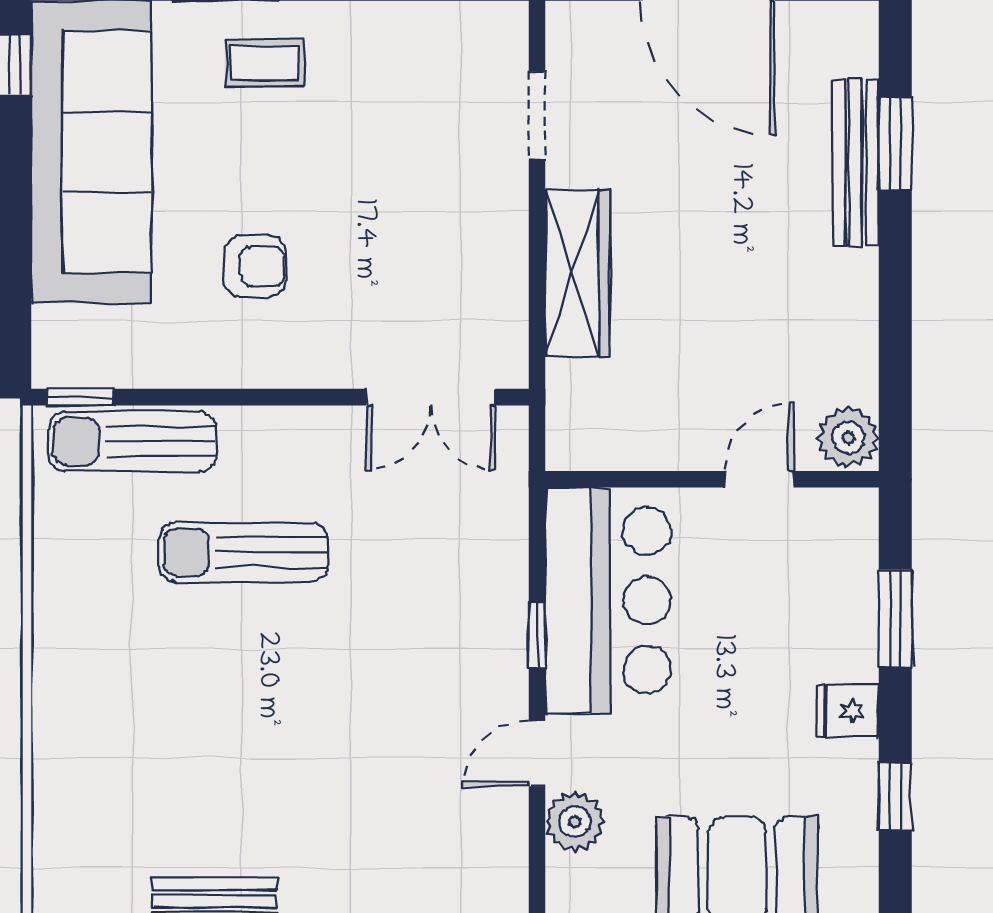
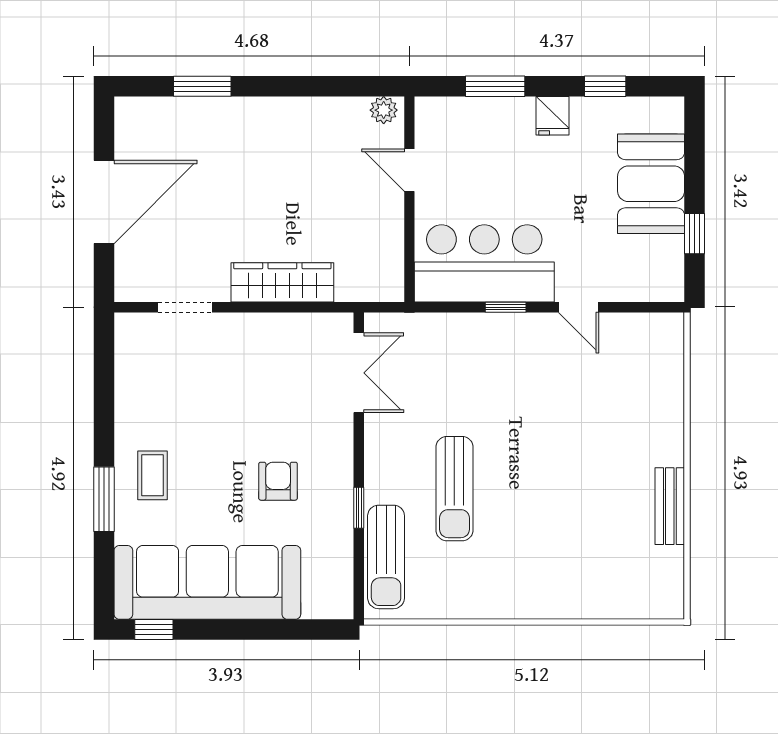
bench: (856, 163) -> (214, 111), removed
window: (80, 397) -> (359, 508), moved
plant: (848, 438) -> (384, 110), width x0.73, depth x0.73
plant: (575, 821) -> (621, 284), removed

